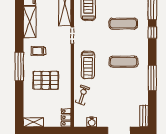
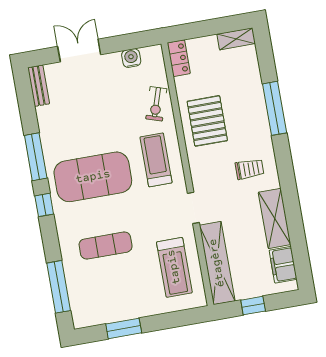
window: (152, 33) -> (44, 205), moved
exercise mat: (124, 62) -> (93, 177), width x2.00, depth x1.45
window: (19, 66) -> (275, 108), moved
pallet: (46, 80) -> (207, 121), moved, turned 90

